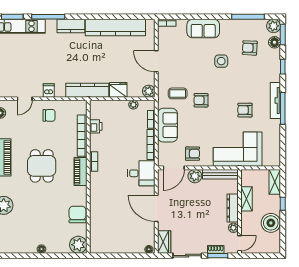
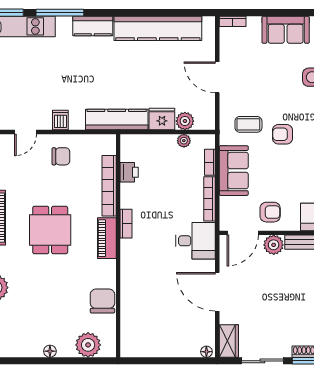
plant: (149, 91) -> (185, 121), moved
plant: (78, 245) -> (88, 345), moved

